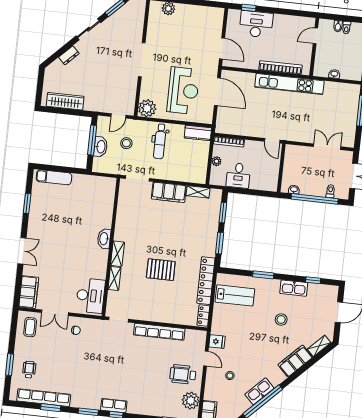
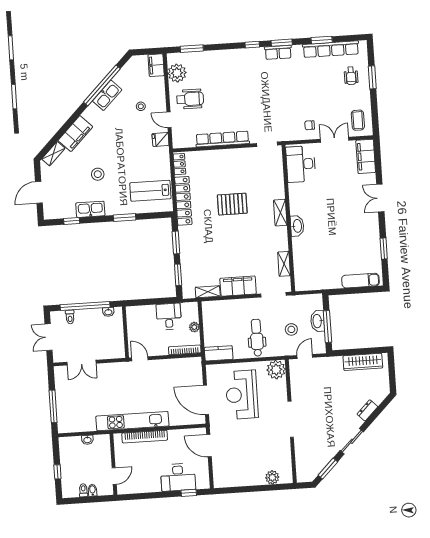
shelving: (114, 279) -> (284, 264), moved
row of seats: (114, 406) -> (278, 52), moved

